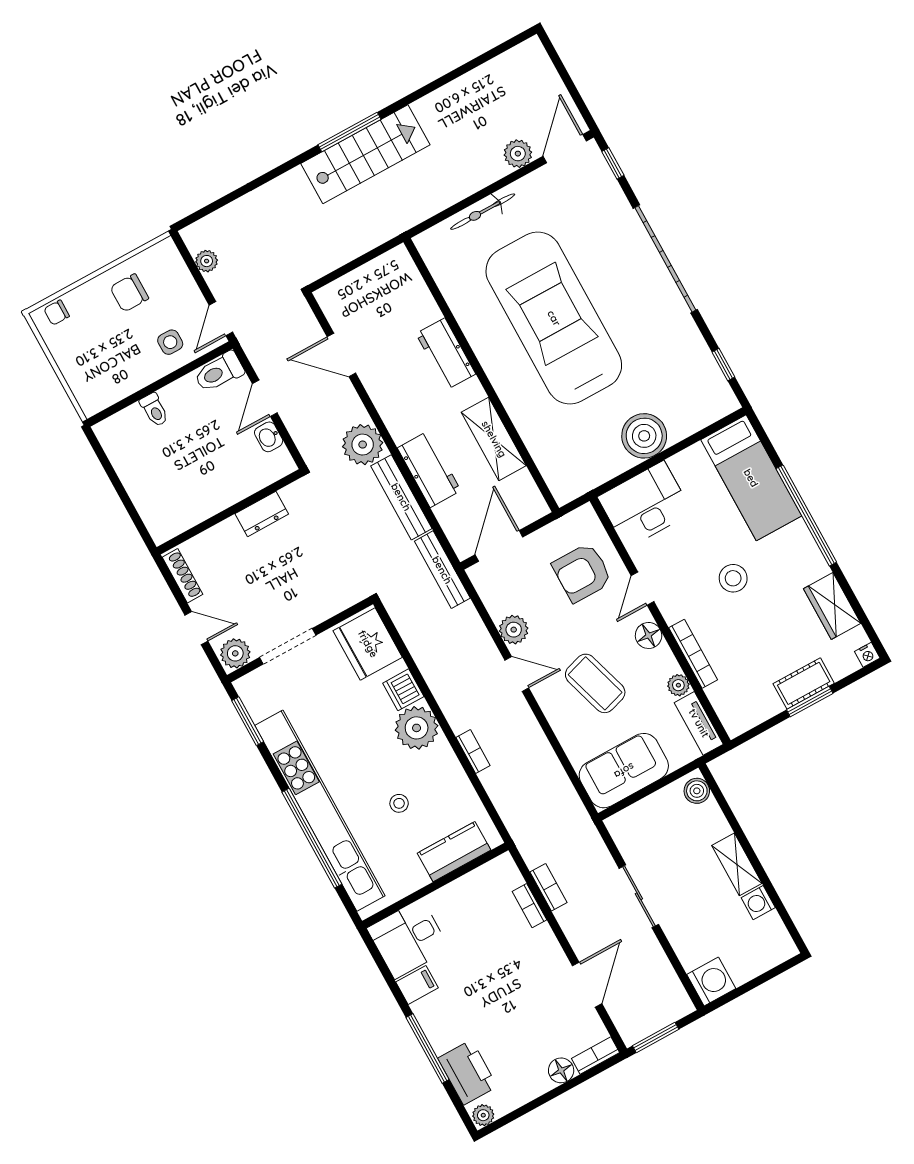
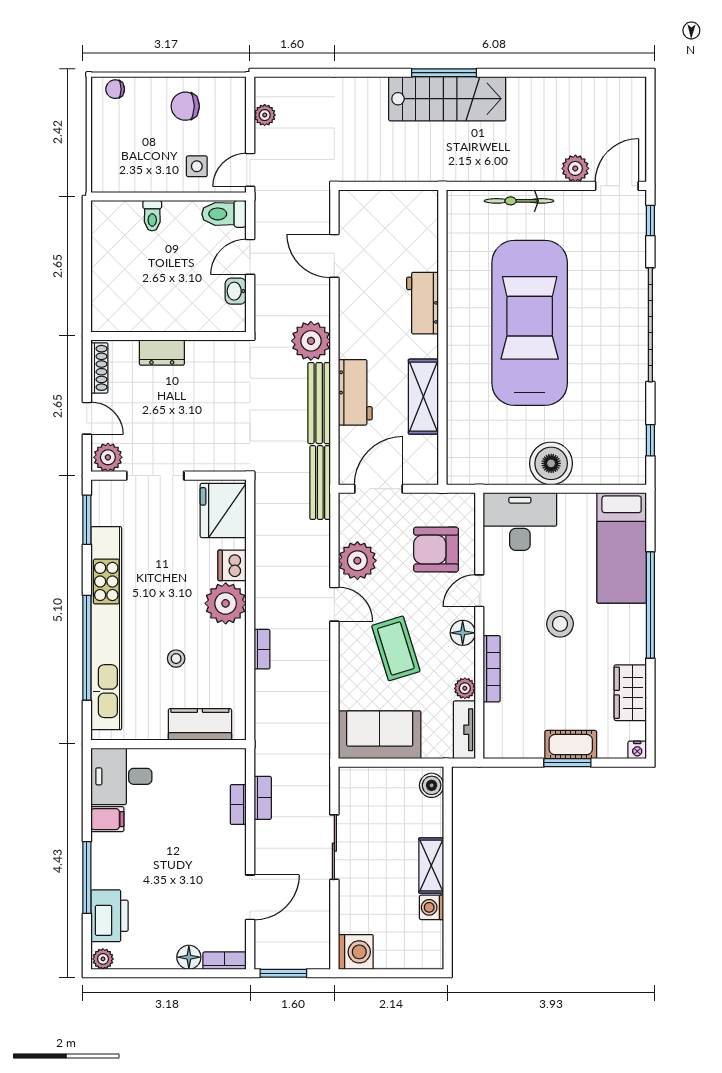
dresser: (262, 514) -> (162, 353), moved
plant: (514, 630) -> (357, 561), width x1.36, depth x1.36

